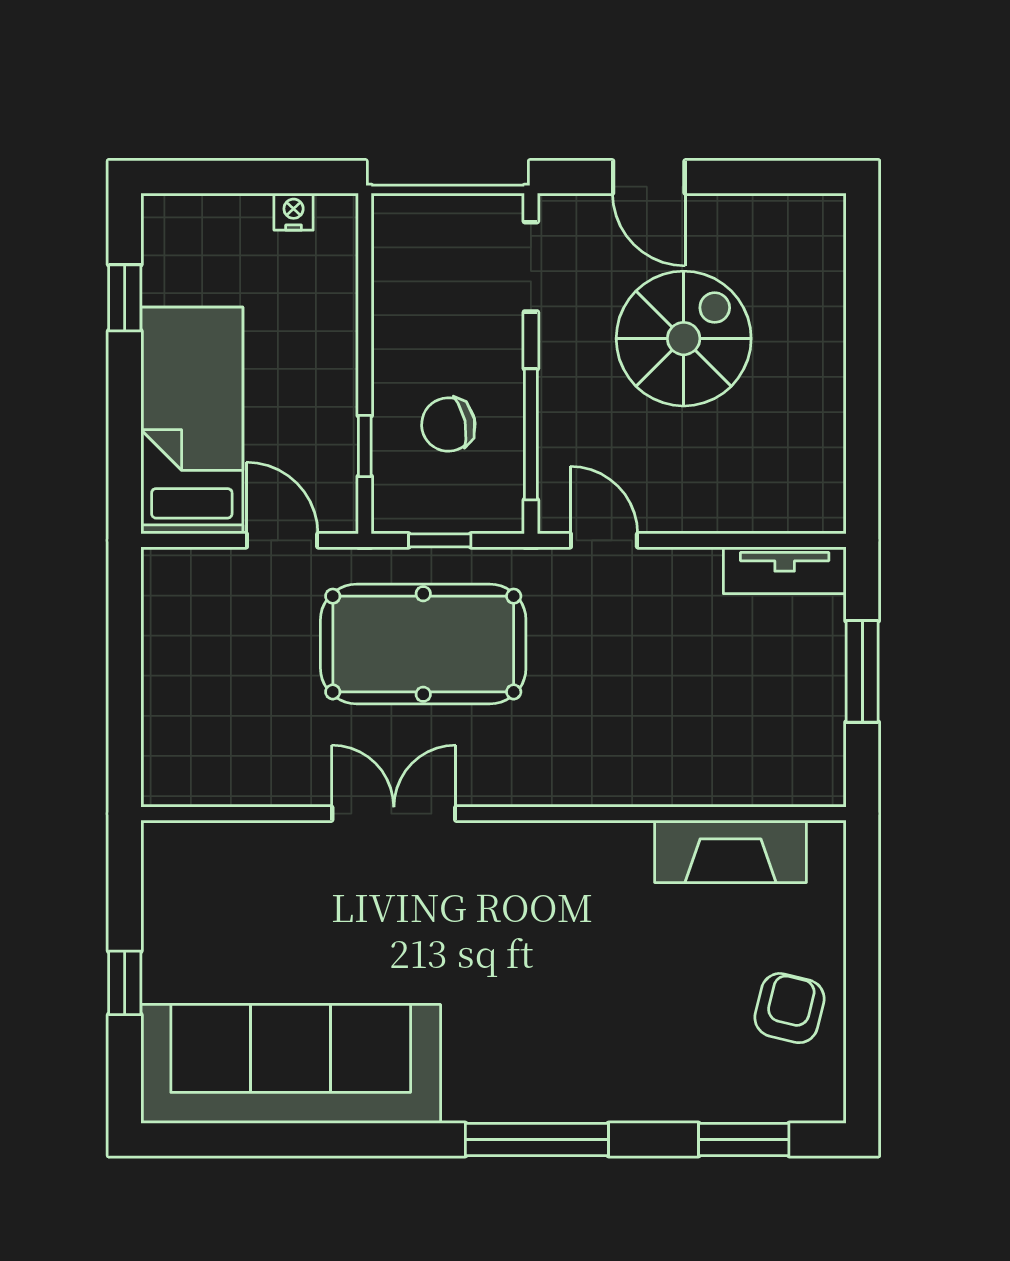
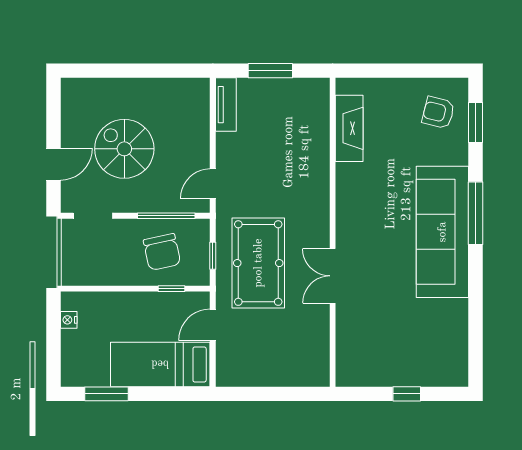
window: (125, 298) -> (106, 394), width x1.50
chair: (448, 424) -> (162, 252), width x1.37, depth x1.37
armchair: (789, 1008) -> (438, 113), moved
sofa: (291, 1064) -> (442, 232), moved

